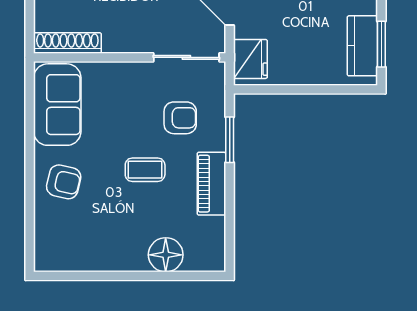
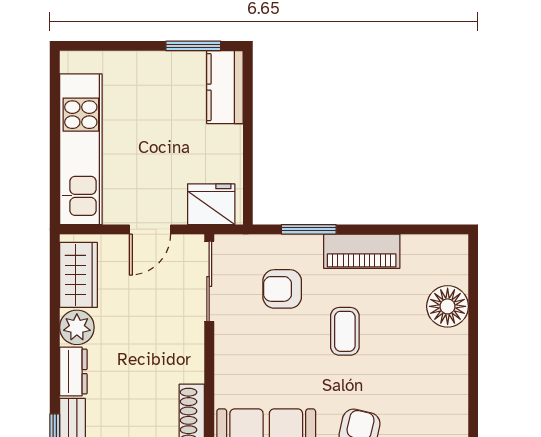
kitchen counter: (362, 46) -> (225, 87), moved, turned 90
armchair: (180, 118) -> (282, 289), turned -90

